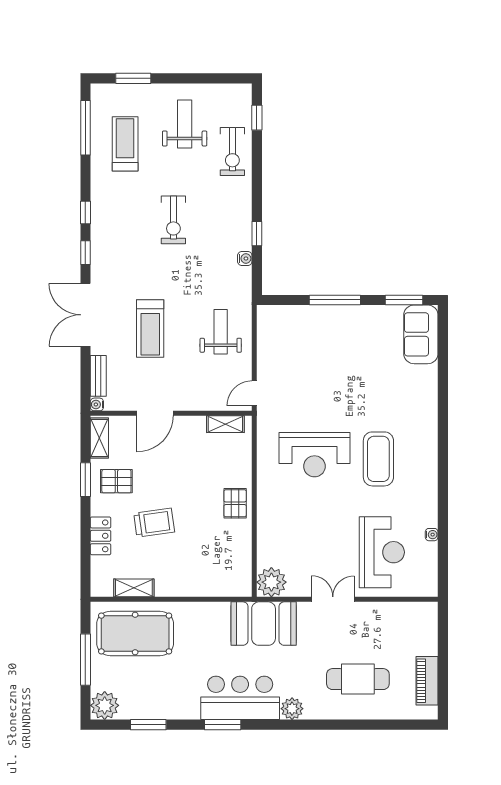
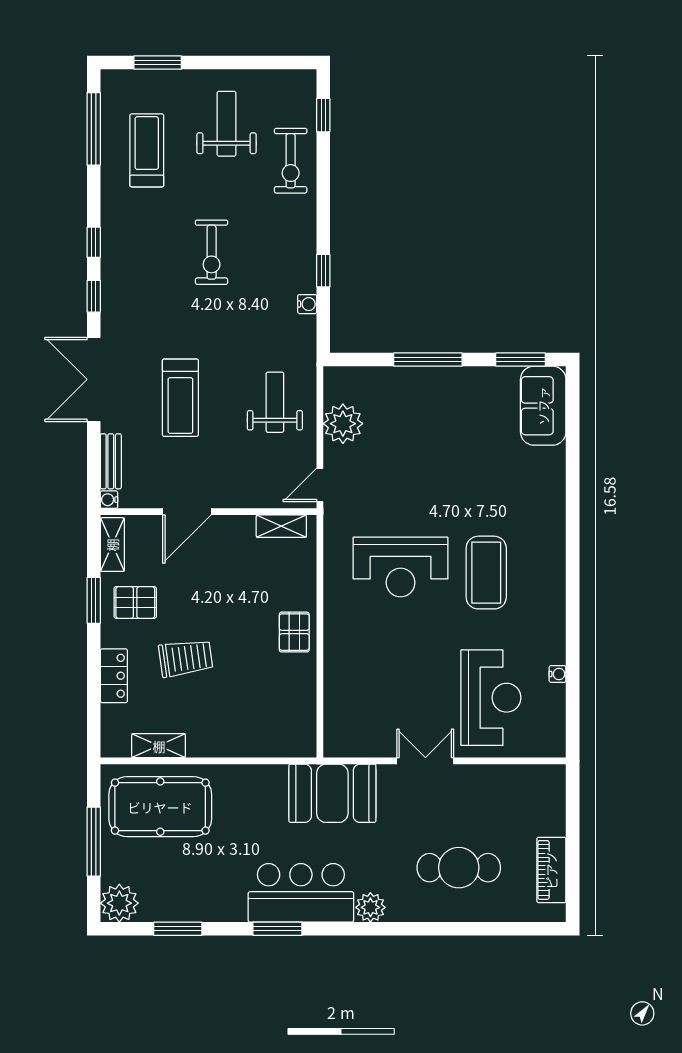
plant: (271, 582) -> (343, 424), moved

